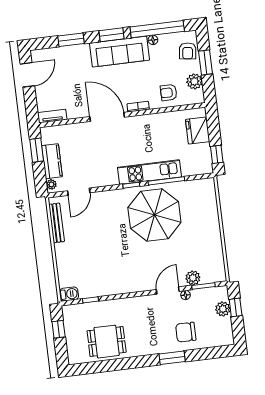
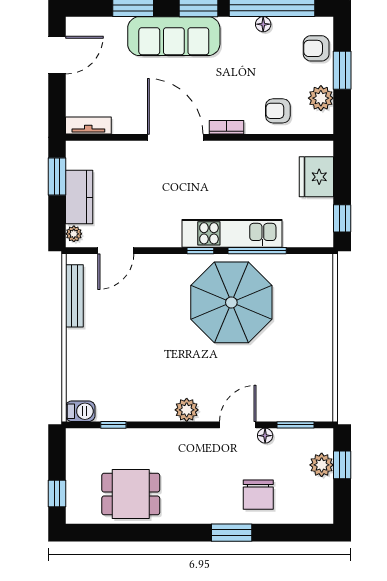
armchair: (188, 51) -> (316, 48), turned 82
sofa: (120, 52) -> (174, 36), moved
plant: (193, 278) -> (187, 410), moved
window: (59, 329) -> (57, 494), moved
chair: (186, 332) -> (258, 495), turned -90

